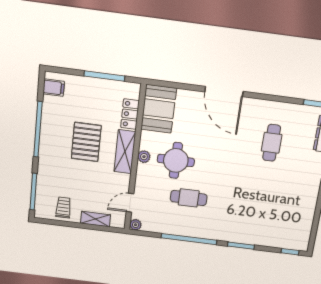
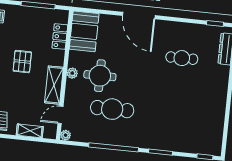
pallet: (86, 142) -> (22, 62), width x0.67, depth x0.71
cafe table: (272, 143) -> (182, 58), turned 90
shelving: (125, 152) -> (54, 85), moved
cafe table: (189, 198) -> (112, 109), width x1.37, depth x1.35

